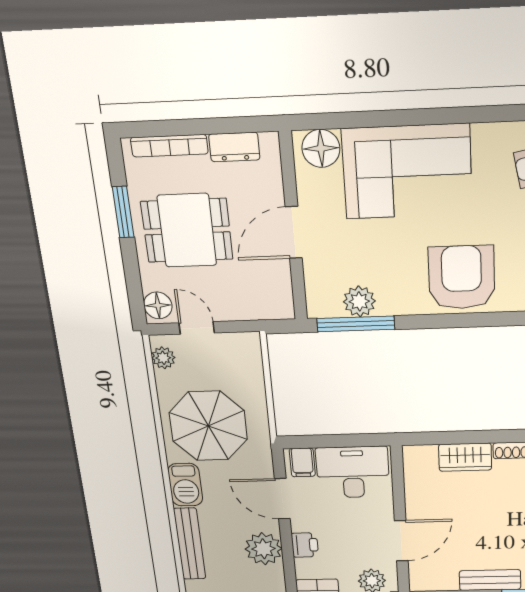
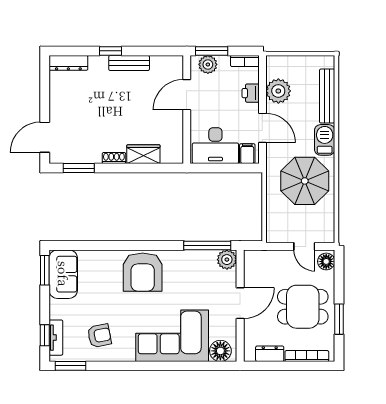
plant: (359, 301) -> (227, 260), moved
plant: (163, 358) -> (327, 228), removed

